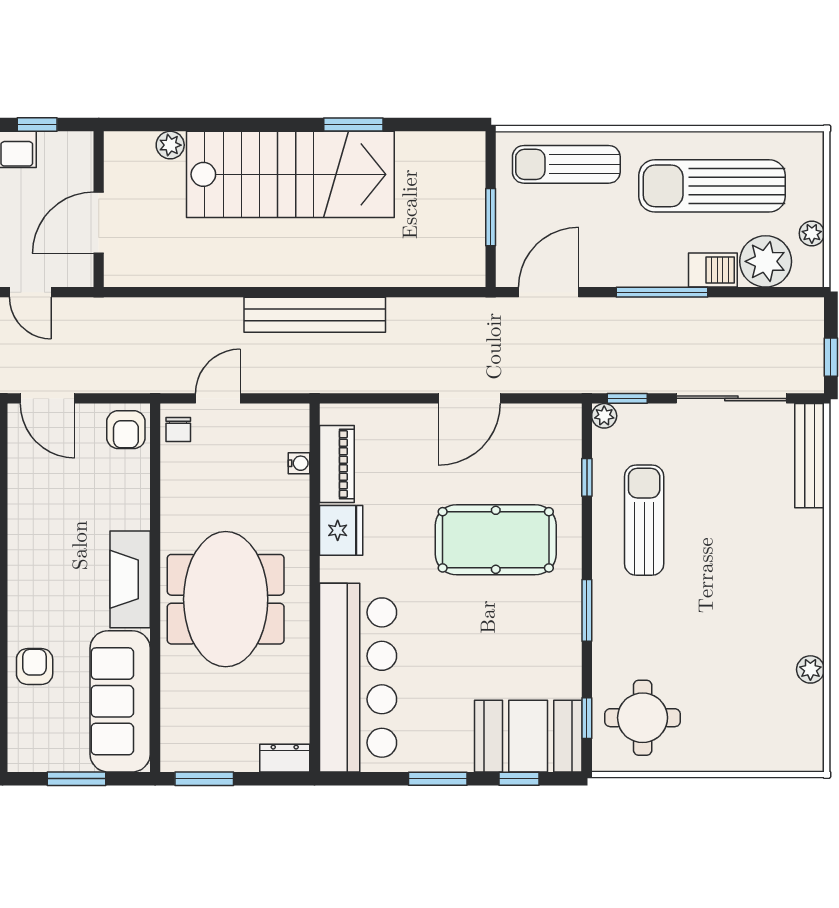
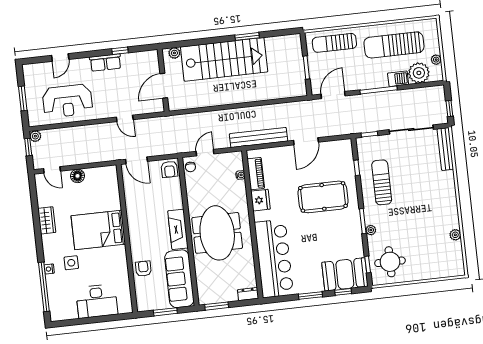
wall: (99, 209) -> (163, 80), moved
door: (99, 223) -> (164, 86), moved
bench: (315, 315) -> (259, 137), moved
plant: (604, 416) -> (371, 230), moved

